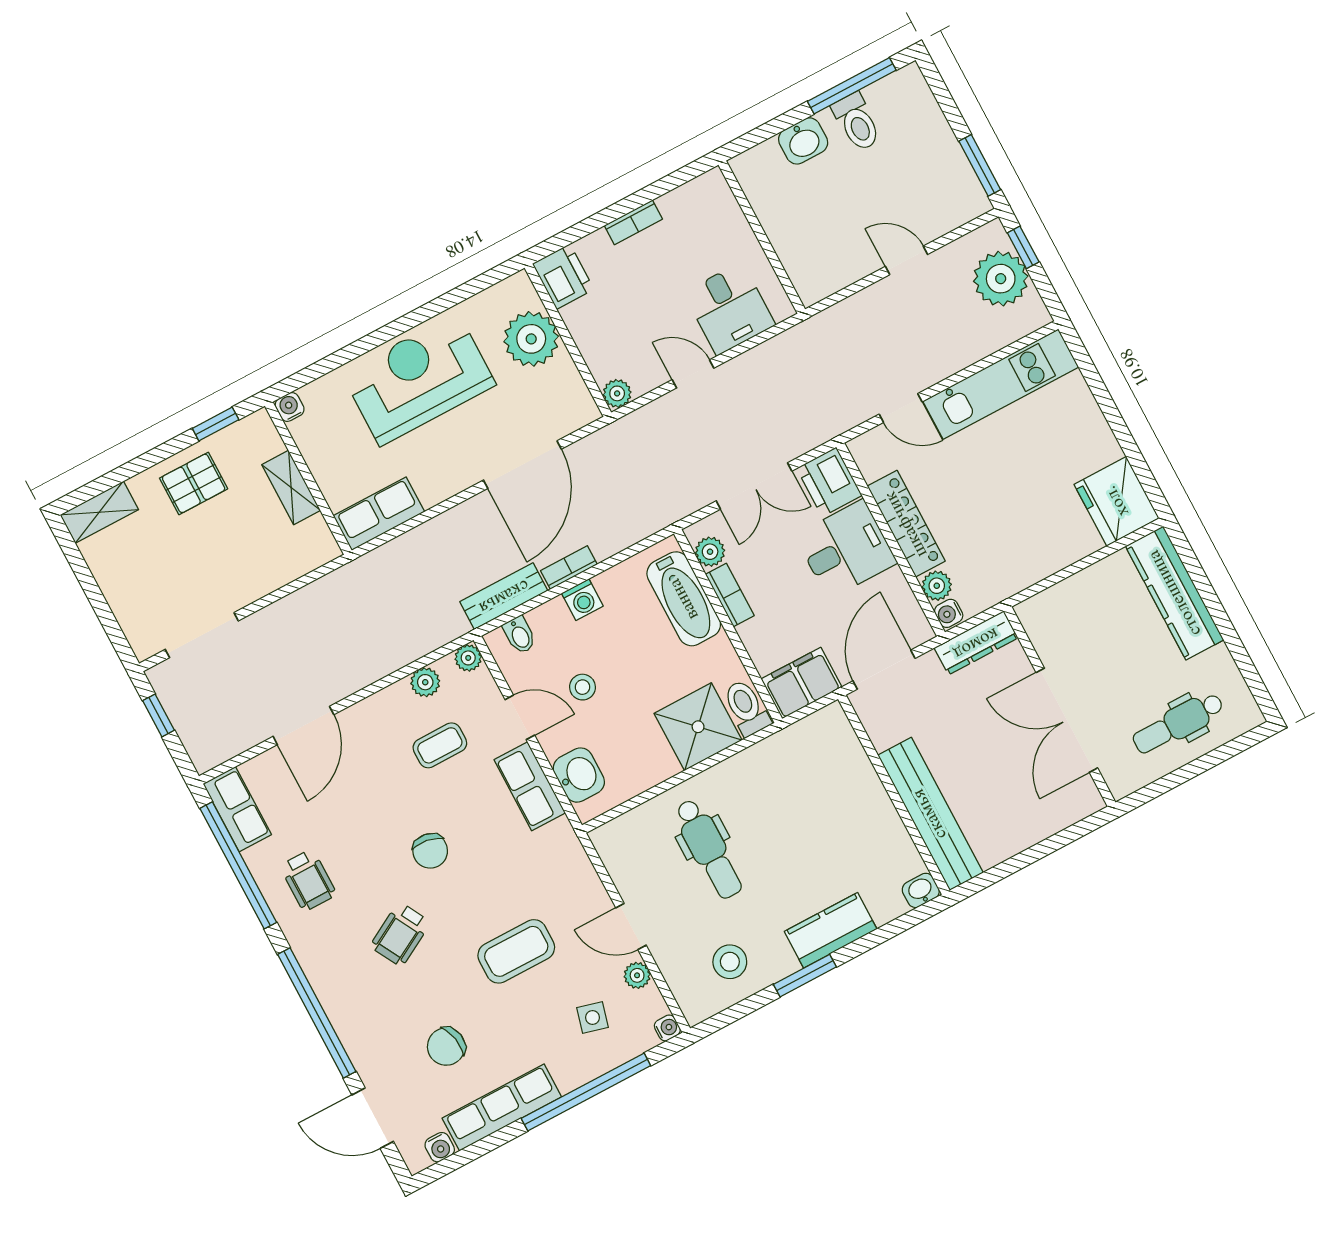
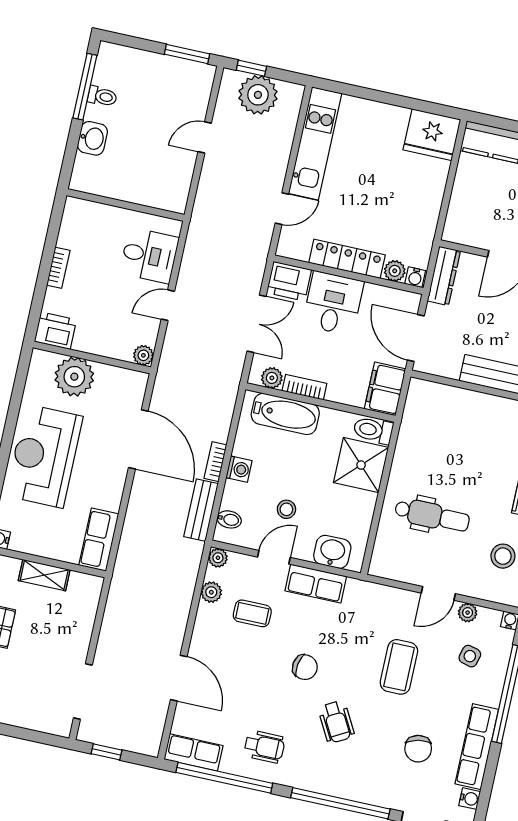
toilet: (857, 122) -> (102, 96), width x0.73, depth x0.72
coffee table: (440, 745) -> (252, 613), turned 90

